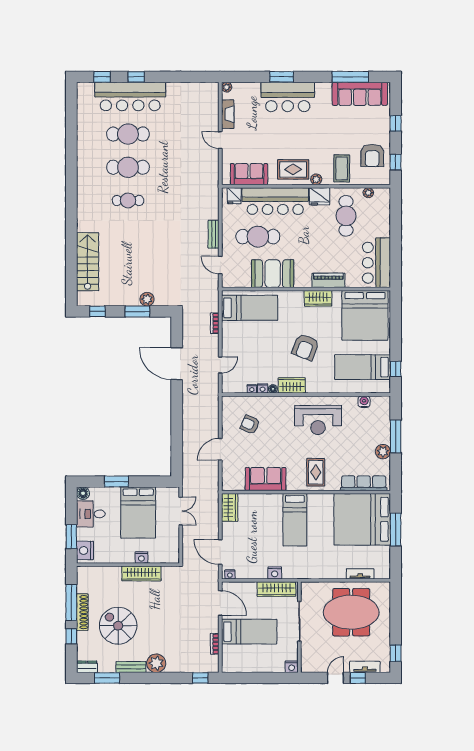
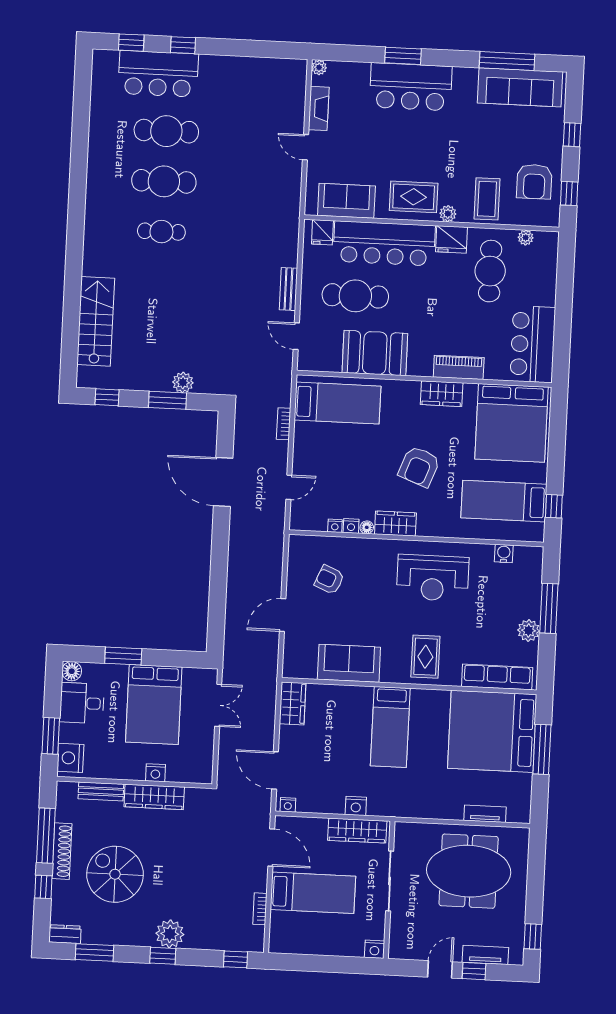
bar counter: (130, 96) -> (158, 74), width x0.73
bench: (131, 667) -> (101, 791), moved
window: (152, 678) -> (163, 956), added

